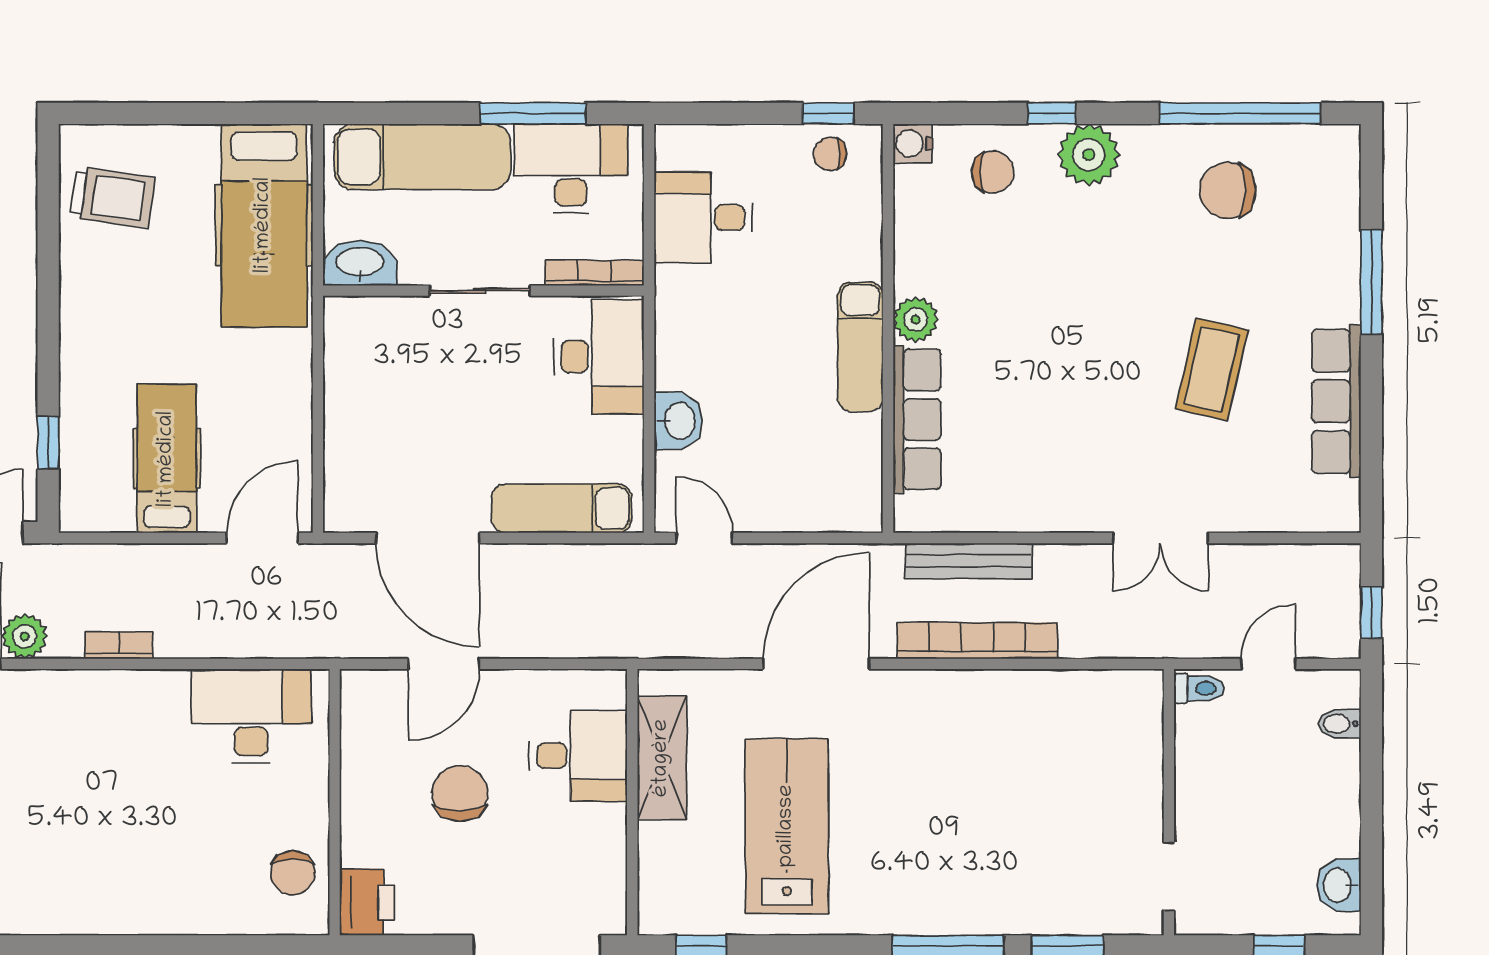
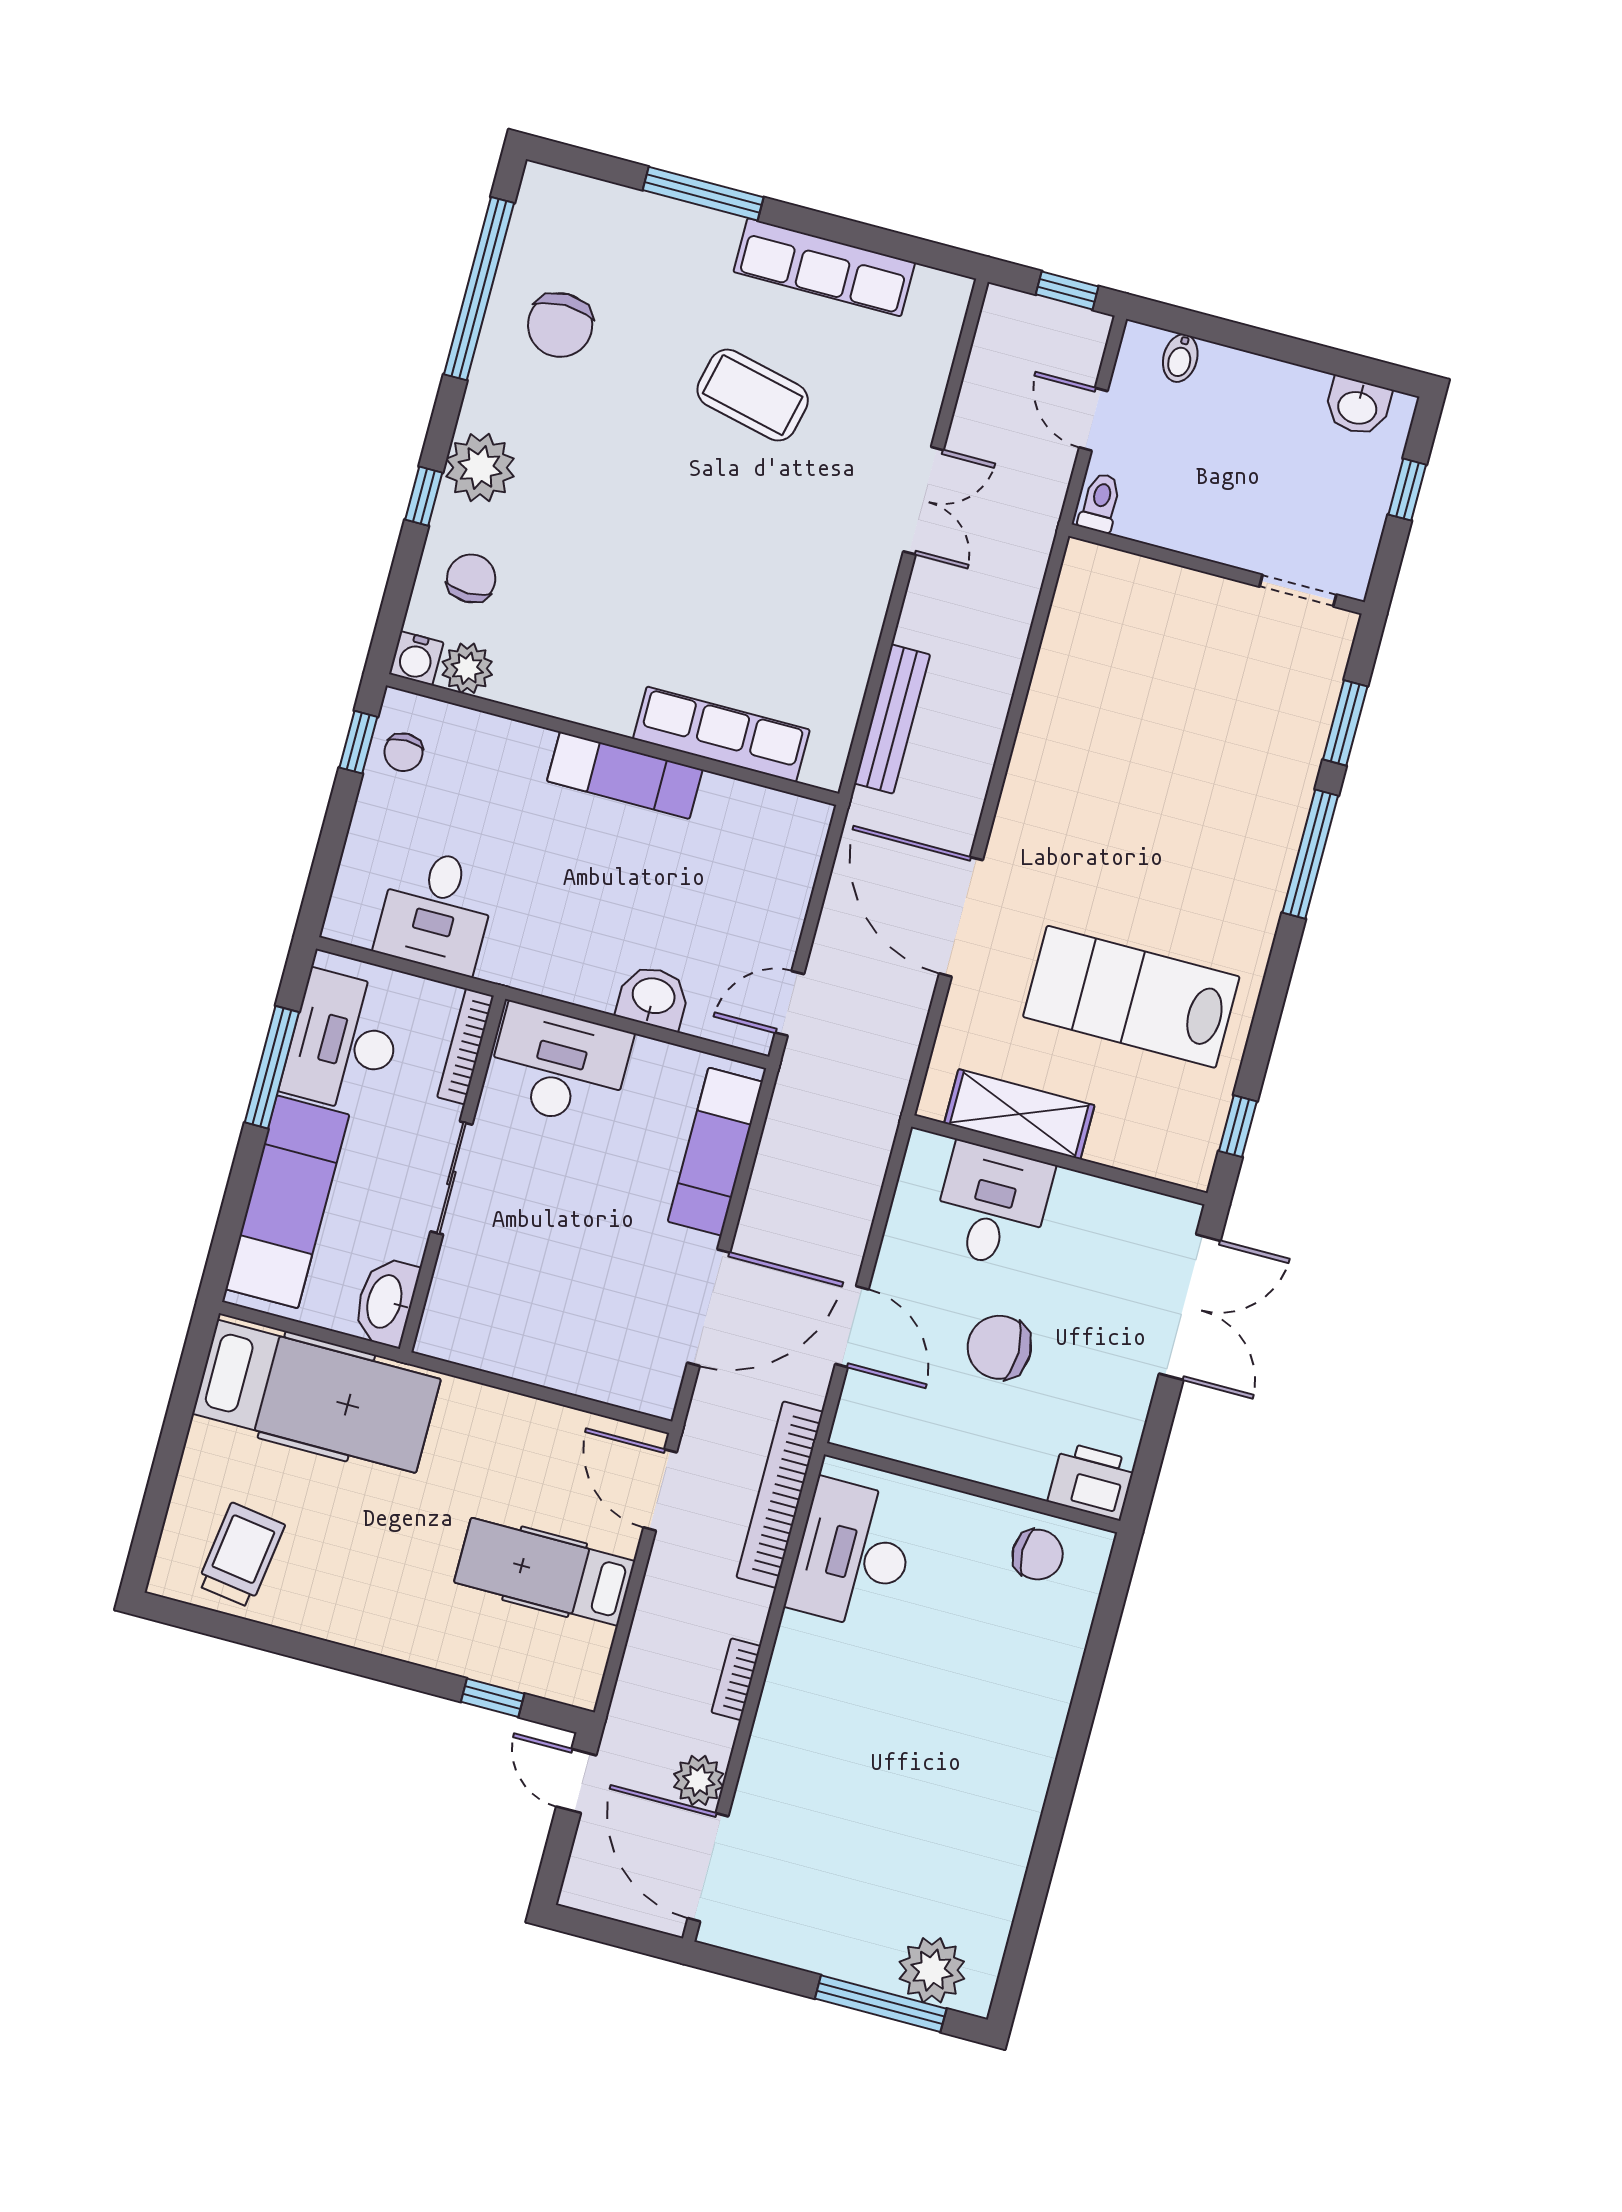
plant: (916, 320) -> (467, 668), moved
bookcase: (977, 641) -> (780, 1495), moved

